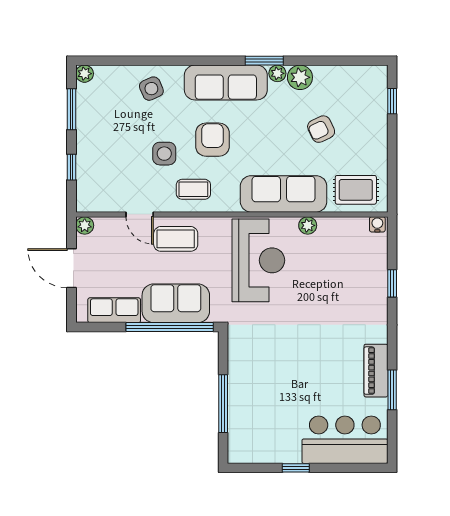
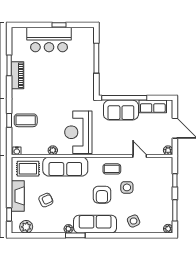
plant: (300, 77) -> (26, 227), moved
fireplace: (376, 137) -> (18, 196), added
coffee table: (176, 239) -> (26, 120), moved
bar counter: (345, 440) -> (49, 40), moved

